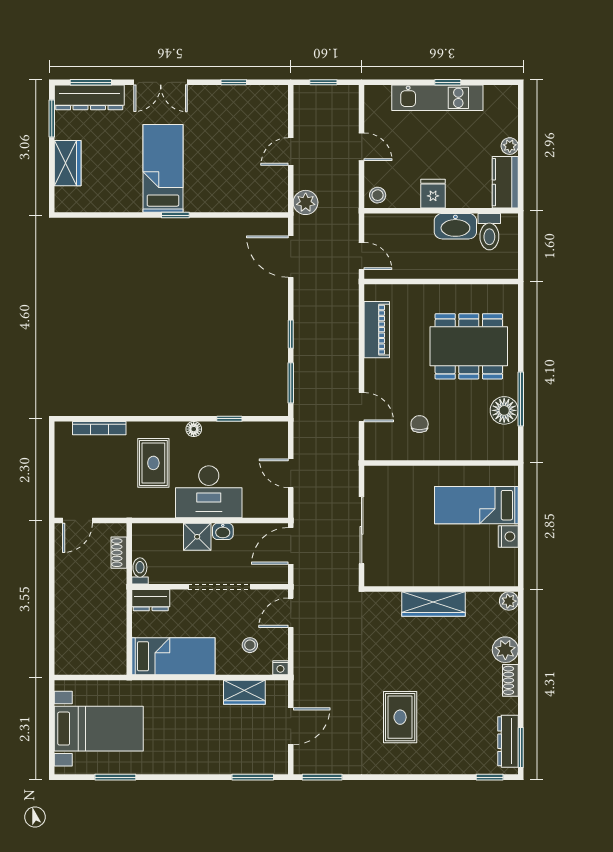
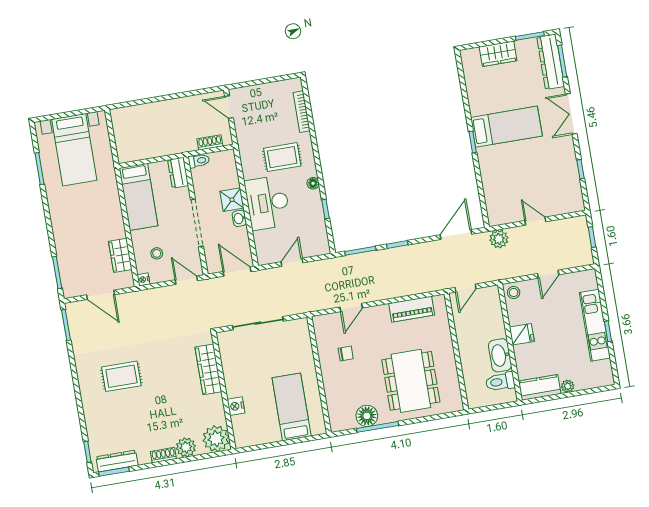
nightstand: (508, 537) -> (236, 406), moved, turned 90
plant: (509, 601) -> (216, 439), width x1.87, depth x1.87
wardrobe: (434, 604) -> (208, 369), moved

